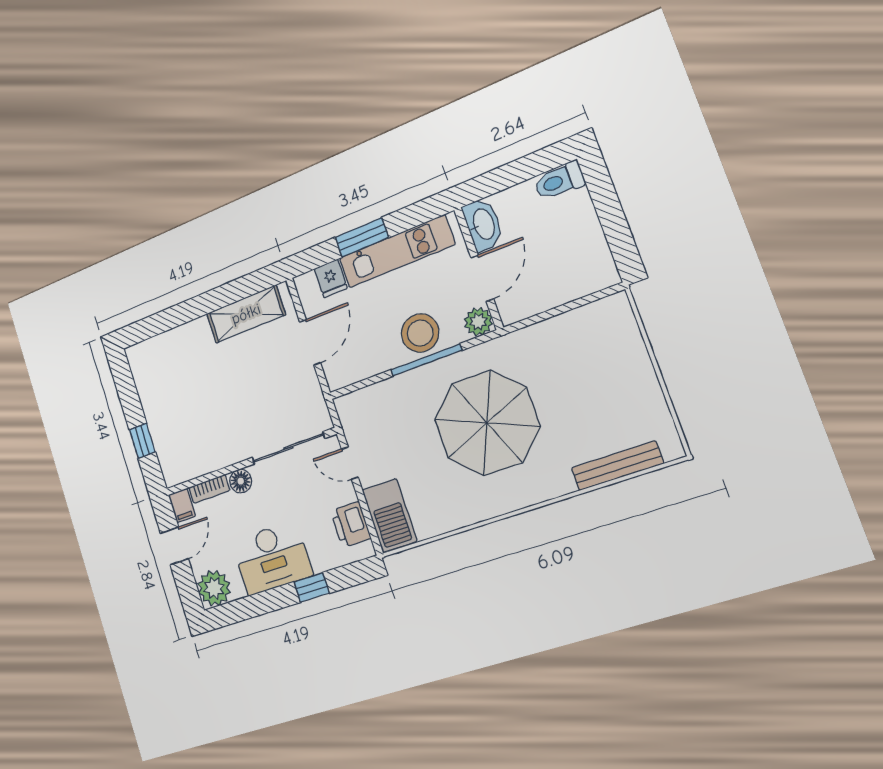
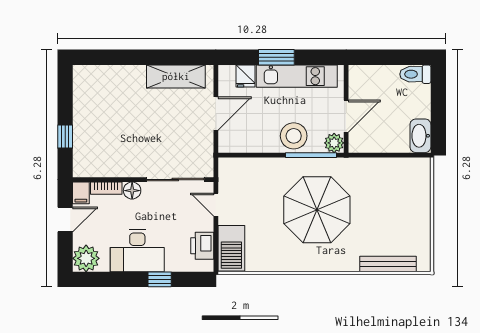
washbasin: (483, 224) -> (420, 136), moved, turned 180
window: (426, 360) -> (311, 155), moved

